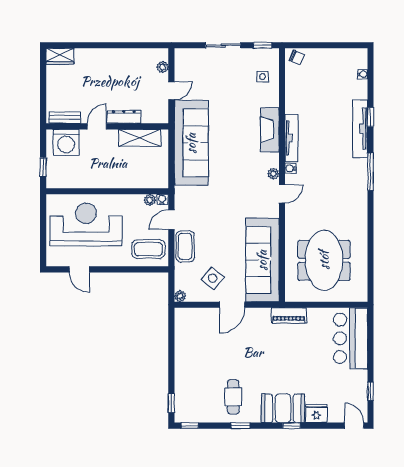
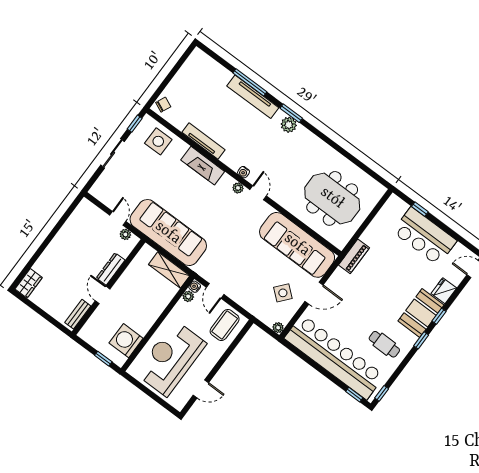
plant: (163, 67) -> (125, 234), moved
water cooler: (363, 74) -> (213, 64), removed
side table: (262, 77) -> (158, 141), width x1.87, depth x1.87
window: (370, 117) -> (250, 82), width x2.17
shelving: (140, 138) -> (169, 270), moved, turned 90
tv unit: (291, 138) -> (203, 141), moved
washing machine: (66, 142) -> (126, 341), moved, turned 180
window: (370, 172) -> (291, 113), width x0.69
plant: (359, 177) -> (289, 125), added
coffee table: (185, 246) -> (243, 296), removed
door: (232, 305) -> (314, 293), hinge flipped
bar counter: (351, 338) -> (425, 236), moved
bar counter: (191, 363) -> (334, 357), added
window: (370, 391) -> (420, 209), moved
window: (240, 426) -> (421, 340), moved

